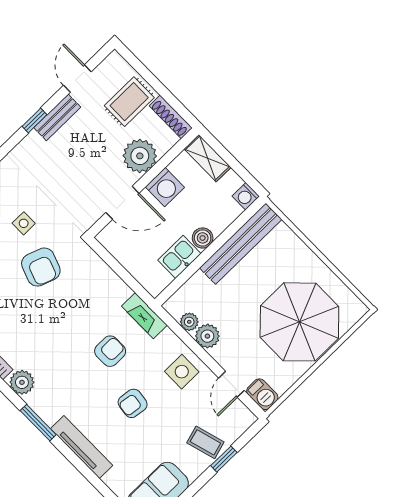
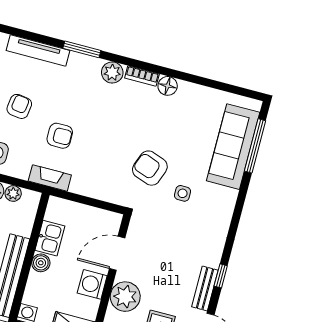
armchair: (110, 351) -> (60, 136), turned -90

